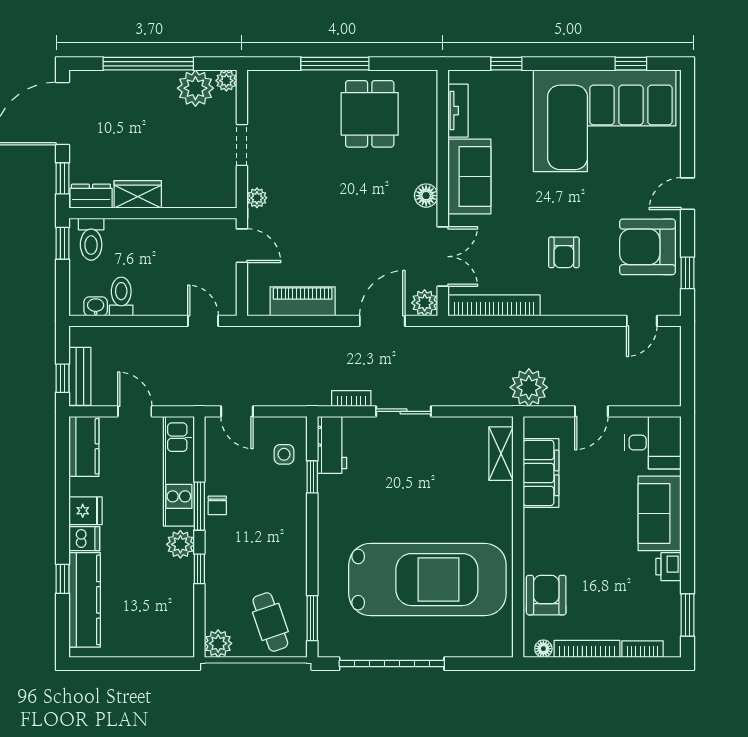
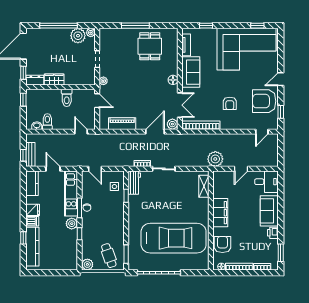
toilet: (91, 239) -> (67, 98), moved
filing cabinet: (541, 473) -> (220, 213), moved

